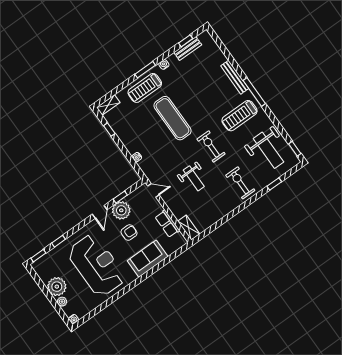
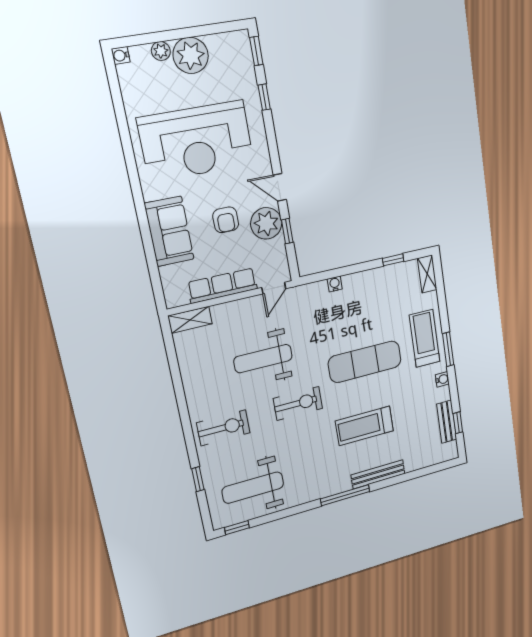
treadmill: (239, 116) -> (365, 426), moved, turned -90
weight bench: (194, 178) -> (263, 359), width x1.36, depth x1.33
row of seats: (167, 224) -> (222, 286), width x1.48

